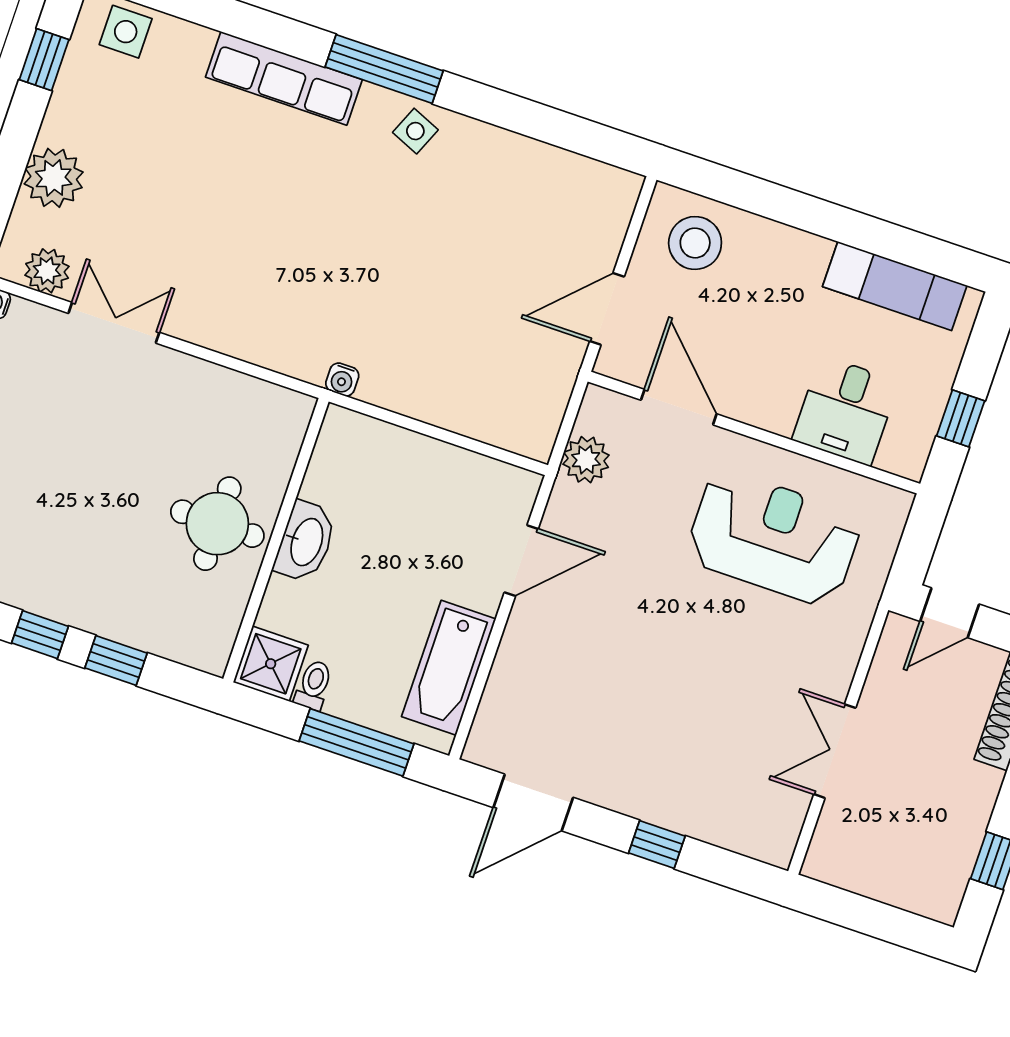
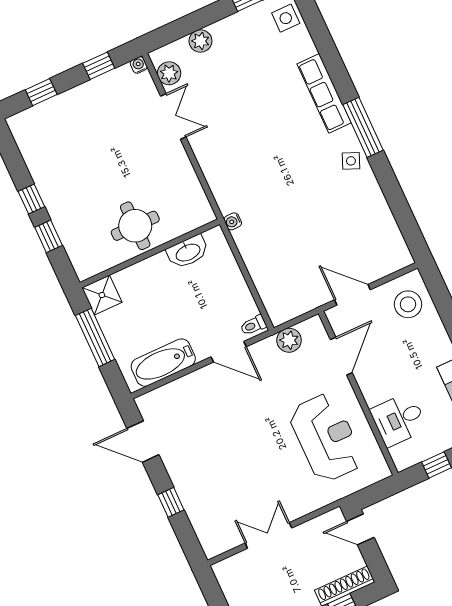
plant: (54, 178) -> (200, 41), width x0.73, depth x0.73
washbasin: (305, 542) -> (188, 252), moved
toilet: (314, 685) -> (253, 325), moved, turned 180
window: (357, 742) -> (95, 337), moved

